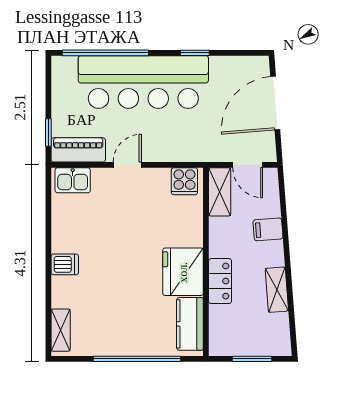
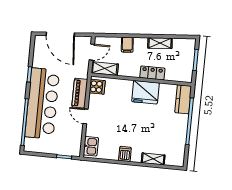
piano: (78, 150) -> (80, 93), moved
dishwasher: (65, 264) -> (125, 154), moved
kitchen counter: (190, 324) -> (183, 99), moved, turned 90
shelving: (61, 330) -> (153, 159), moved

